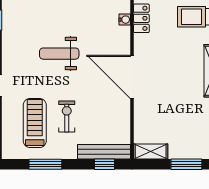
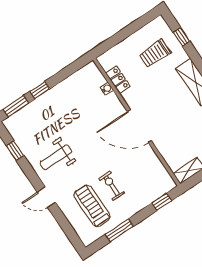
weight bench: (59, 54) -> (56, 157), moved
bench: (104, 152) -> (155, 193), removed

